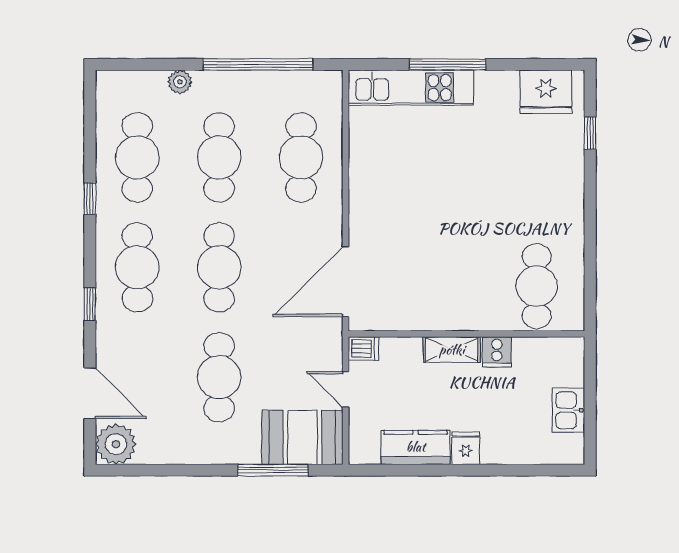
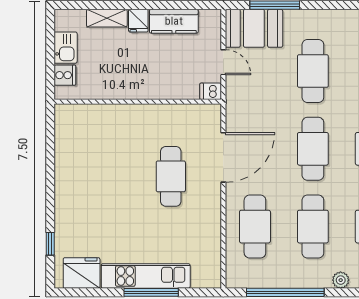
kitchen unit: (411, 88) -> (146, 276), moved
door: (346, 282) -> (223, 157), moved
cafe table: (537, 286) -> (171, 176), moved
shelving: (452, 350) -> (107, 18), moved
cooker: (497, 352) -> (65, 75), moved, turned 90

